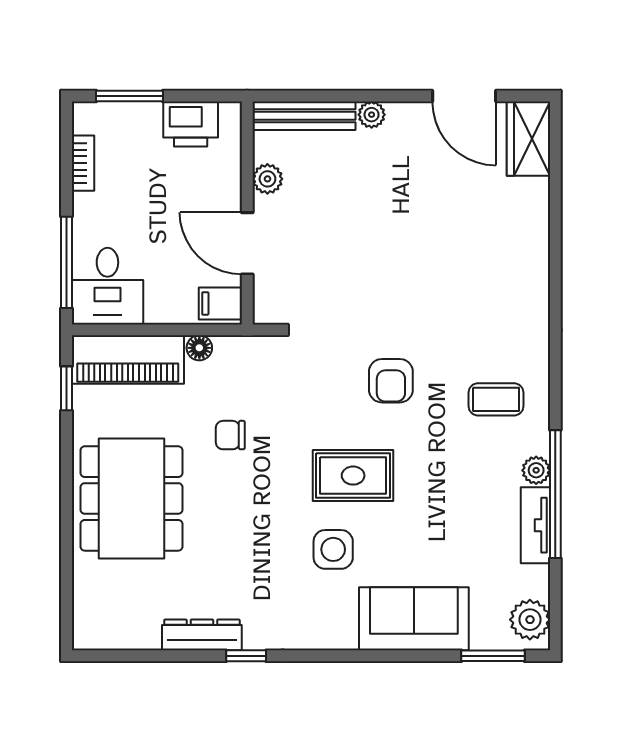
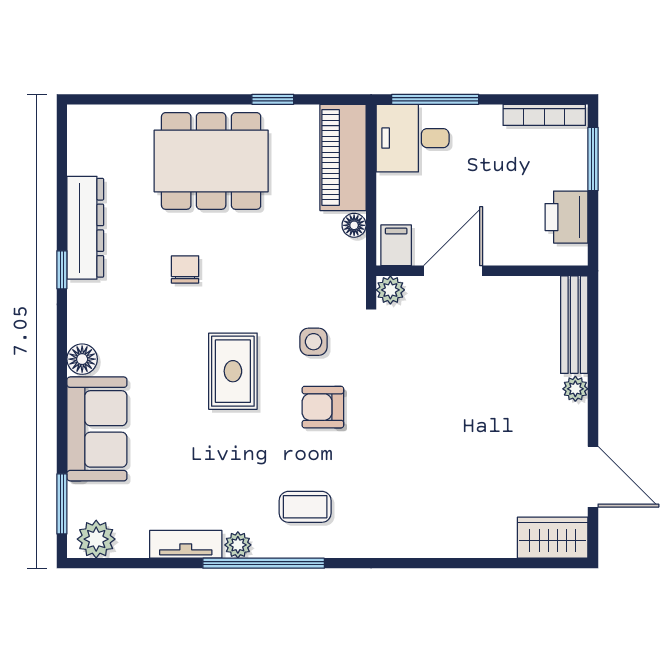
door: (464, 96) -> (593, 477), swing flipped
bookcase: (83, 163) -> (544, 115), width x1.56
plant: (267, 179) -> (390, 290), moved
window: (67, 388) -> (273, 99), moved
coffee table: (496, 399) -> (305, 507), turned 90
chair: (230, 435) -> (185, 269), moved
window: (555, 494) -> (264, 563), moved
side table: (333, 549) -> (313, 342), moved, width x0.73, depth x0.73
floor lamp: (340, 634) -> (82, 359), added
dresser: (202, 635) -> (85, 228), width x1.37, depth x1.24

